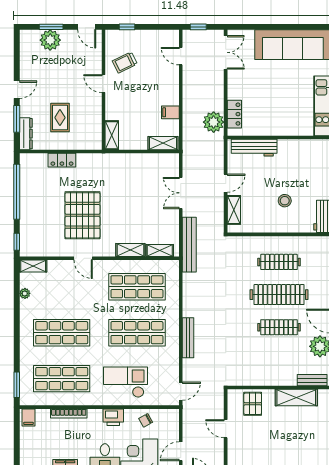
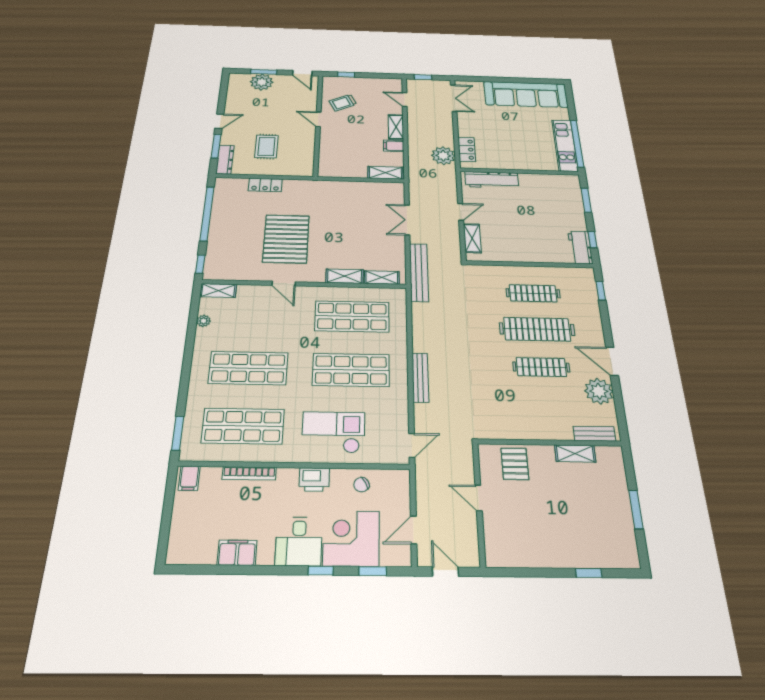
shelving: (112, 135) -> (396, 127), moved
stool: (285, 201) -> (533, 231), removed
shelving: (296, 398) -> (575, 454), width x0.67, depth x0.75

